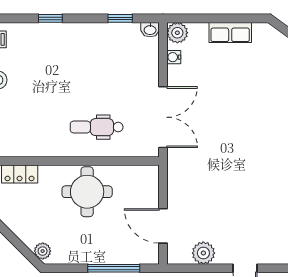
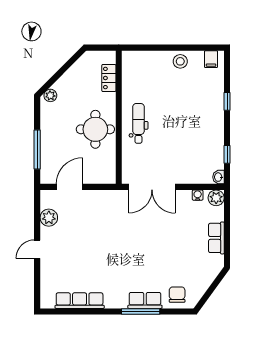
dental chair: (97, 127) -> (138, 123), moved

